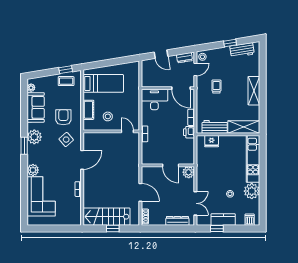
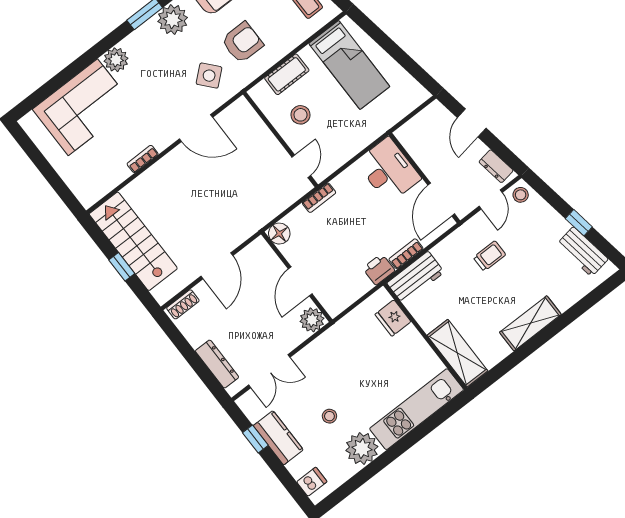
door: (195, 69) -> (491, 199), hinge flipped
workbench: (215, 127) -> (416, 278), moved, turned 90
floor lamp: (146, 159) -> (279, 234), added

